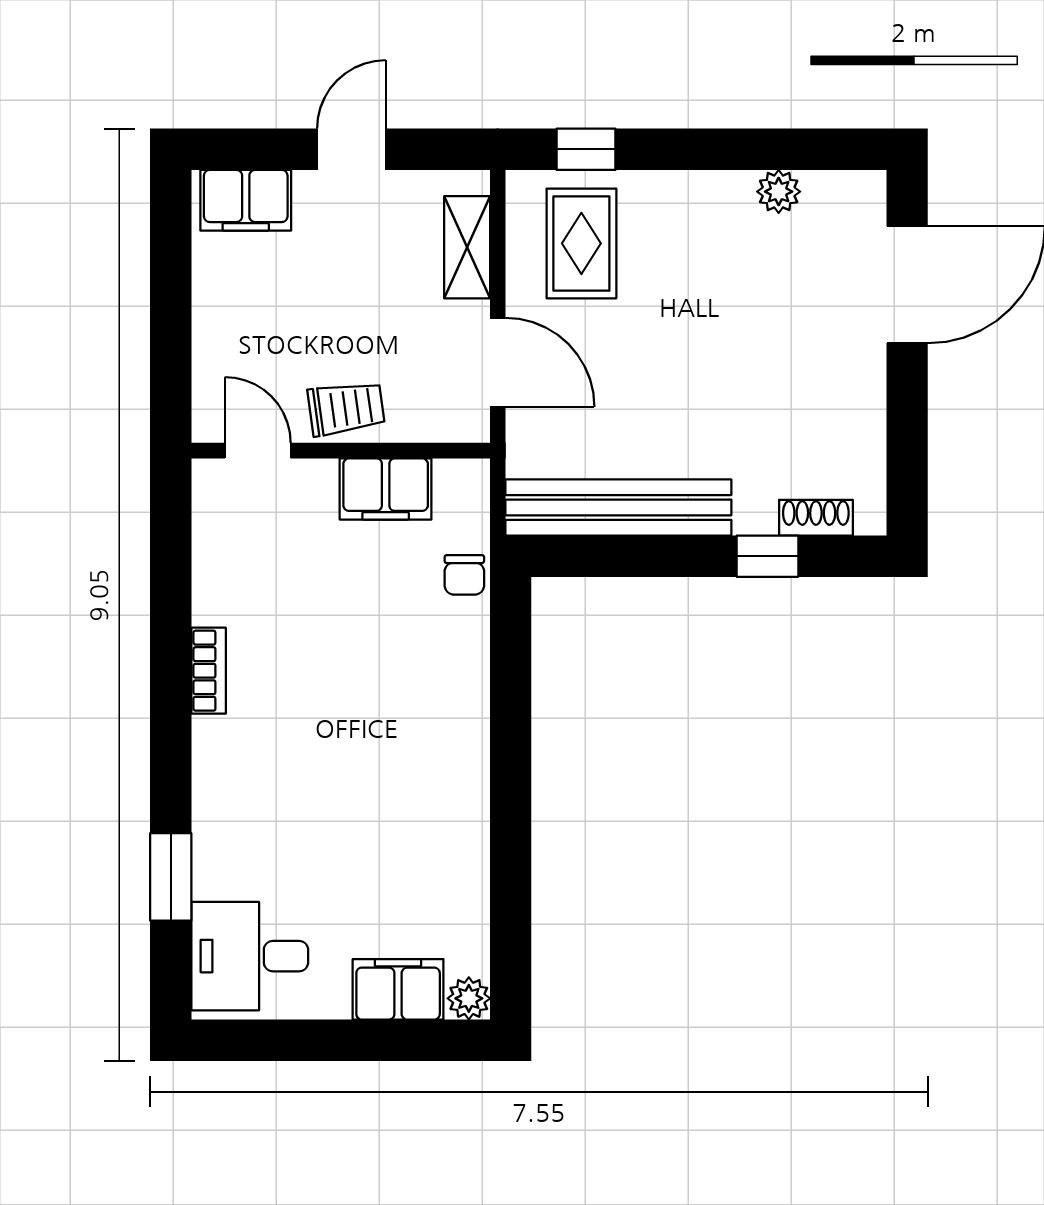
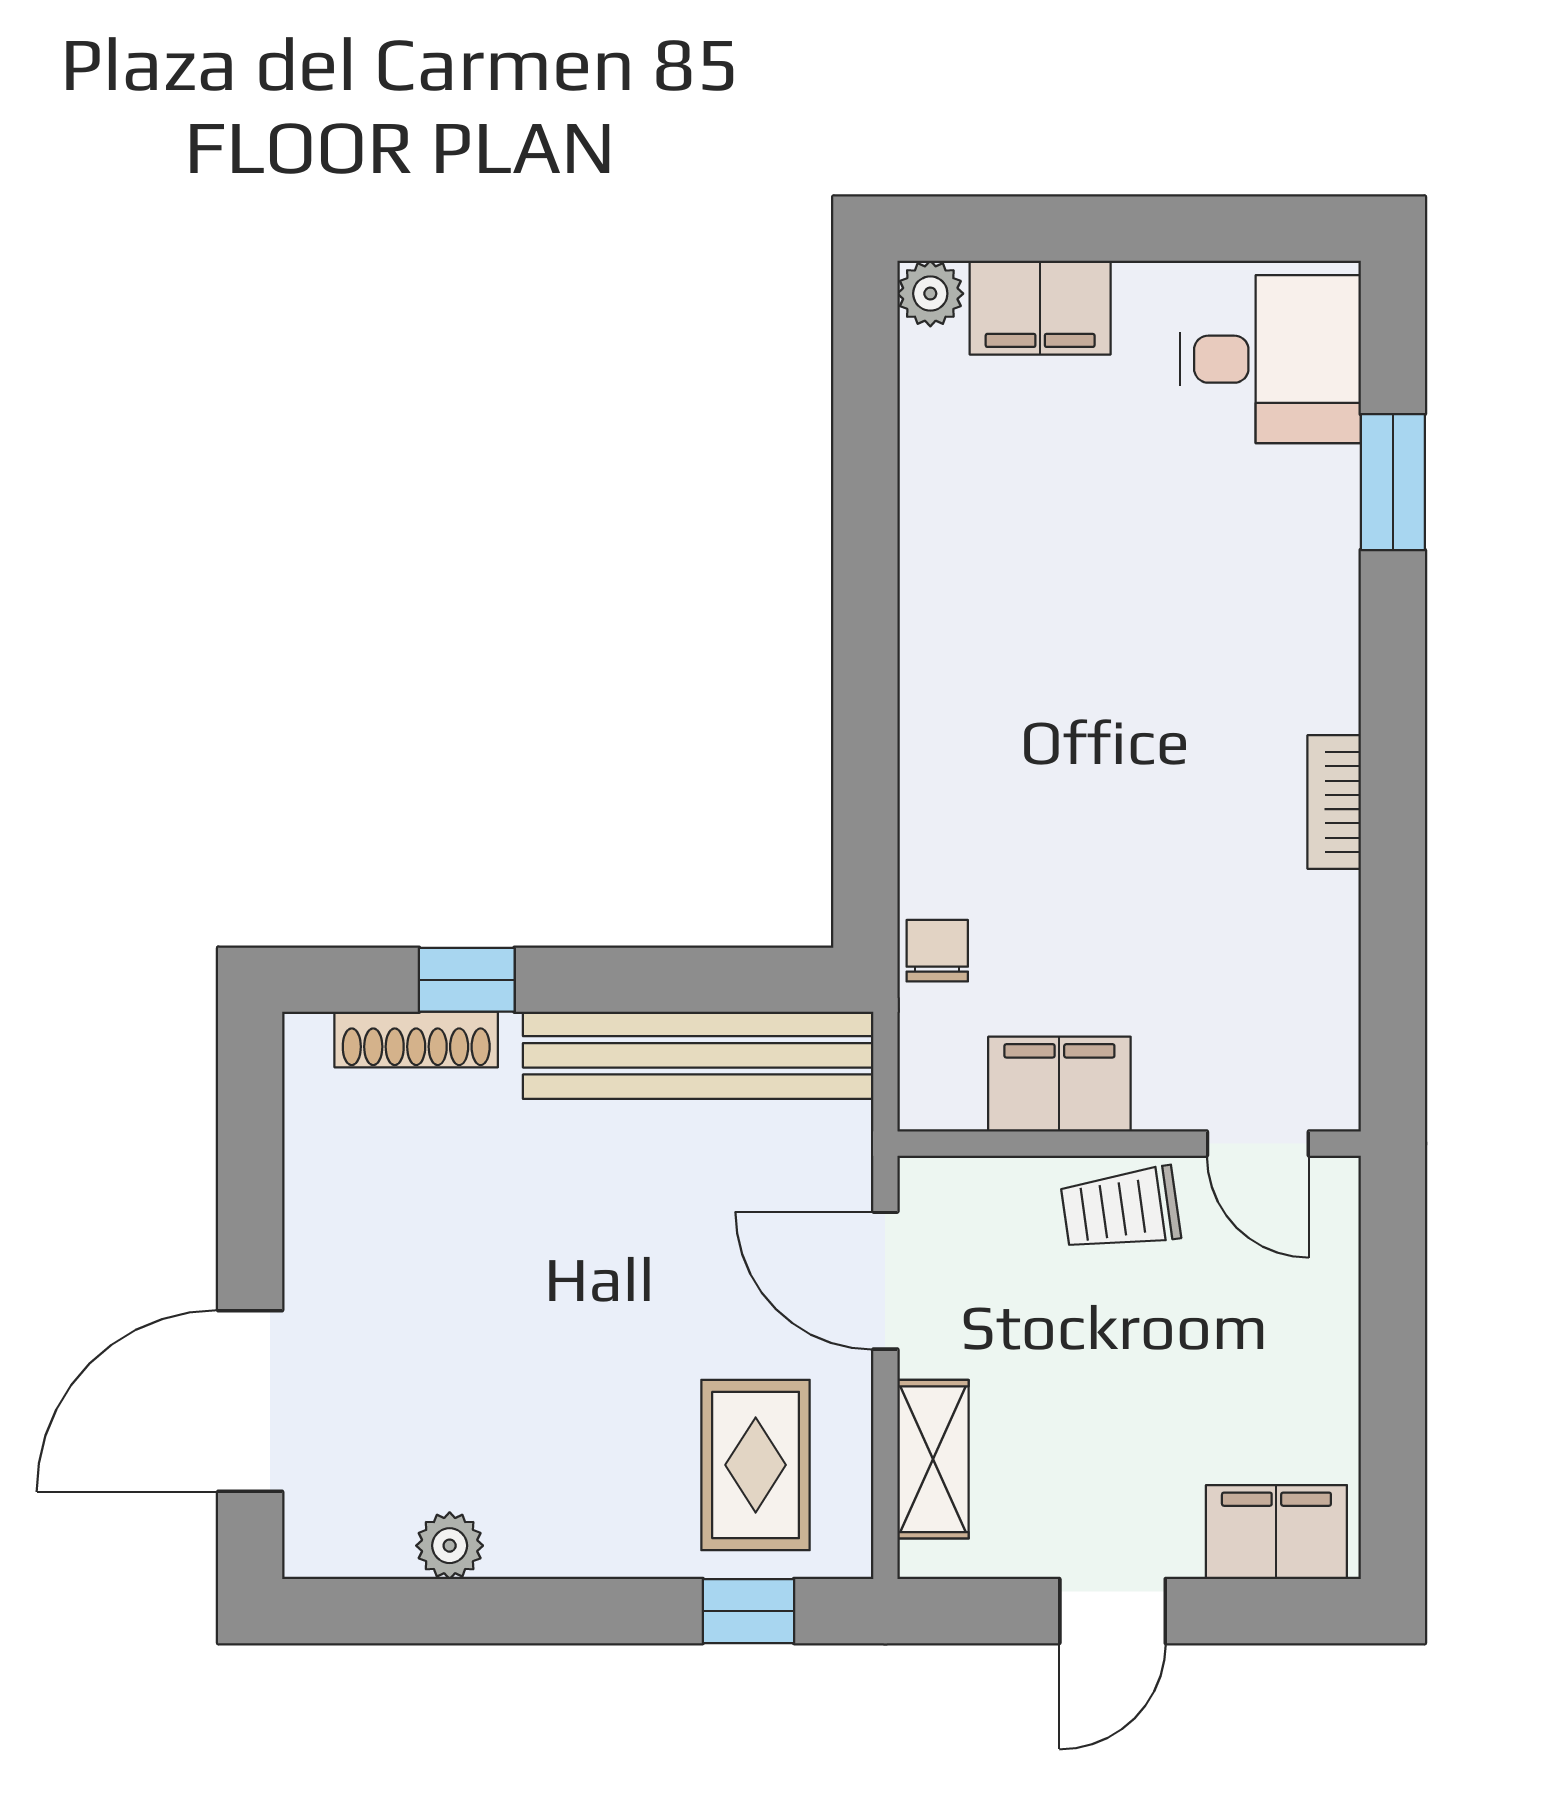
shoe rack: (816, 518) -> (416, 1040), width x1.43

